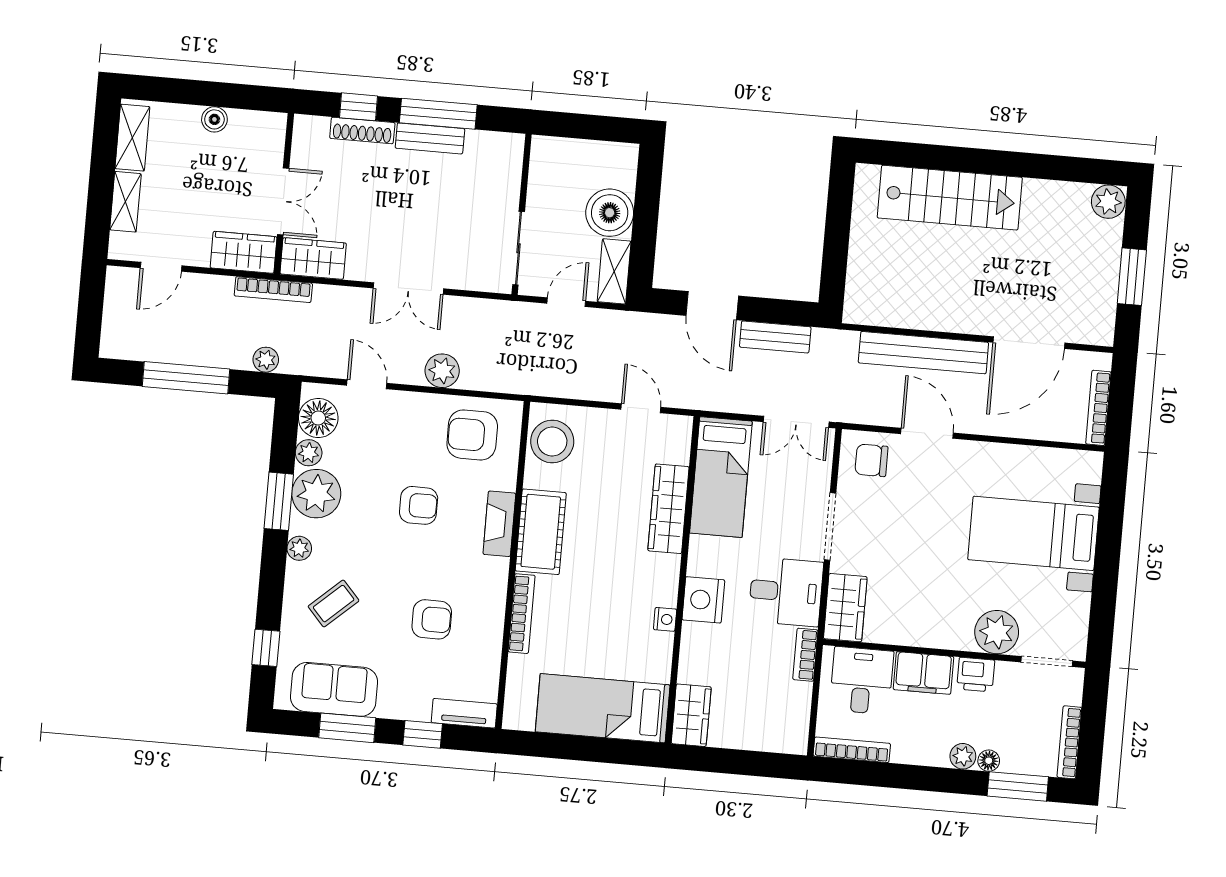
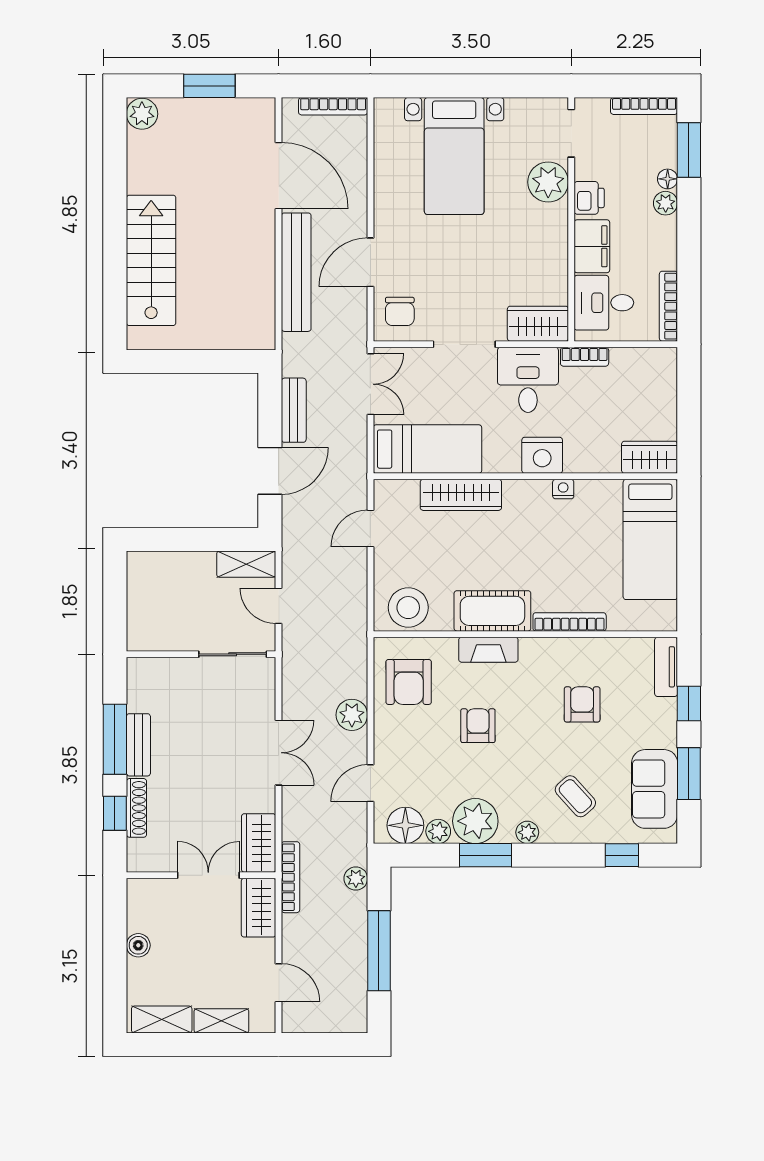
boiler: (610, 213) -> (192, 573), removed

